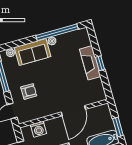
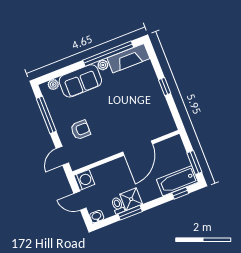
fireplace: (90, 63) -> (128, 58), moved, turned -90
washing machine: (38, 129) -> (84, 180), moved, turned -90

